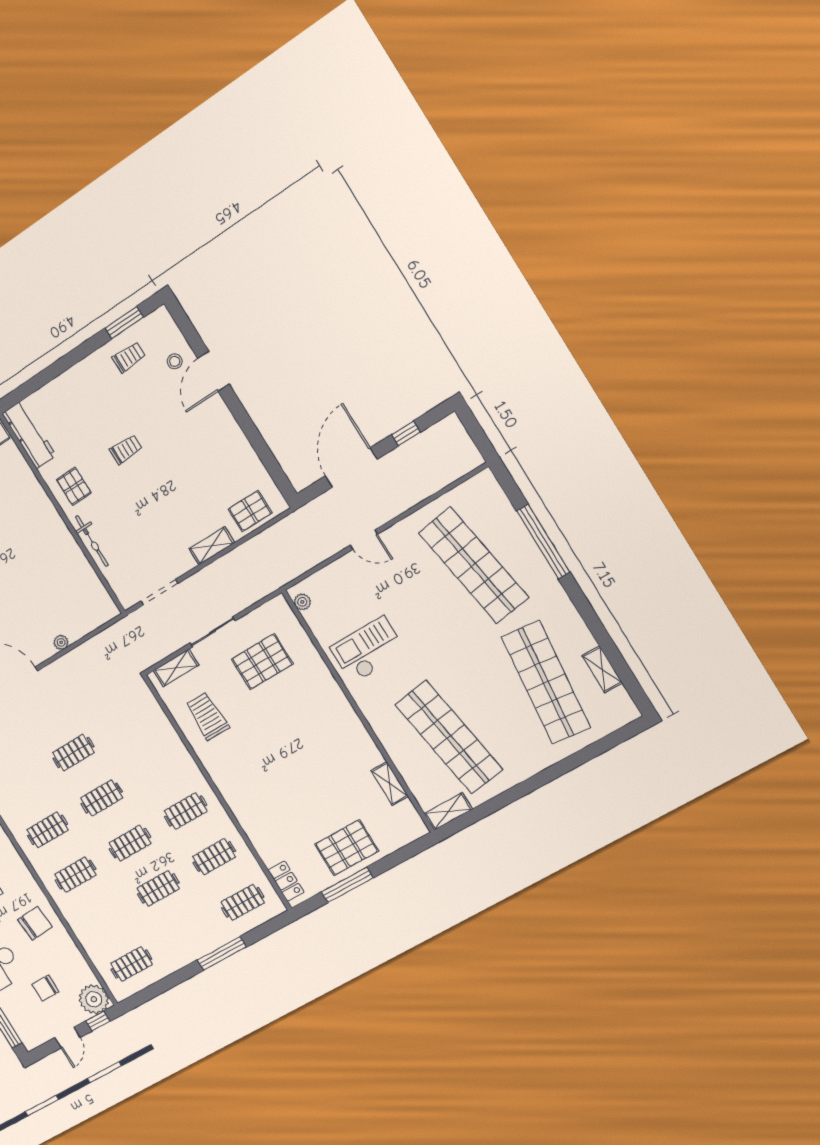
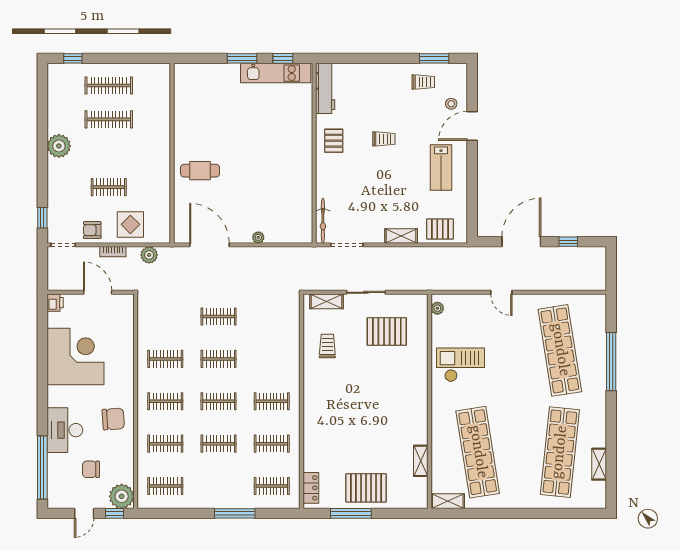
lab bench: (208, 441) -> (441, 167), added
bicycle: (92, 541) -> (323, 221), moved
trolley: (207, 716) -> (327, 346), width x0.73, depth x0.72
clothes rail: (103, 919) -> (165, 444), added

